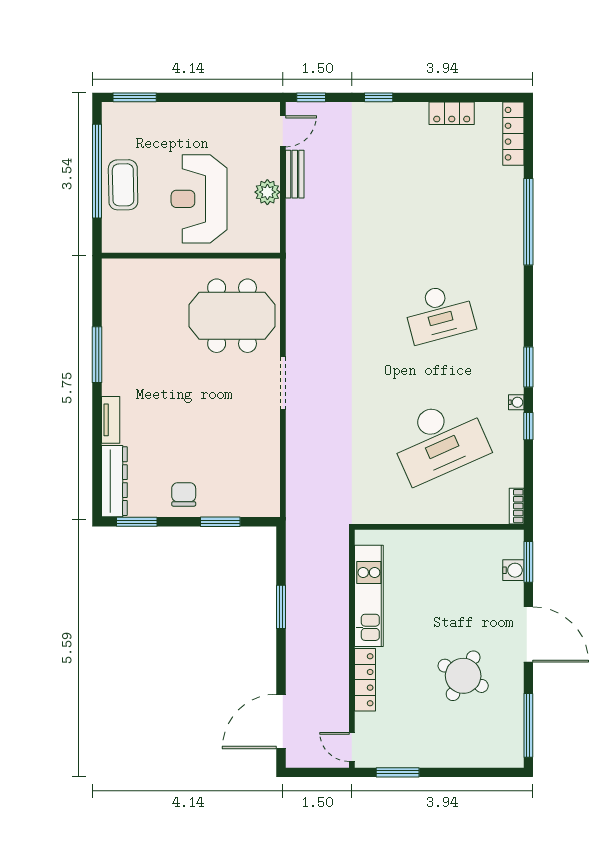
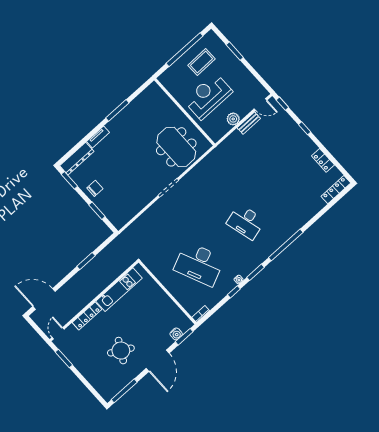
window: (135, 97) -> (235, 51), moved
coffee table: (123, 185) -> (201, 62), moved
window: (528, 222) -> (286, 245), moved

